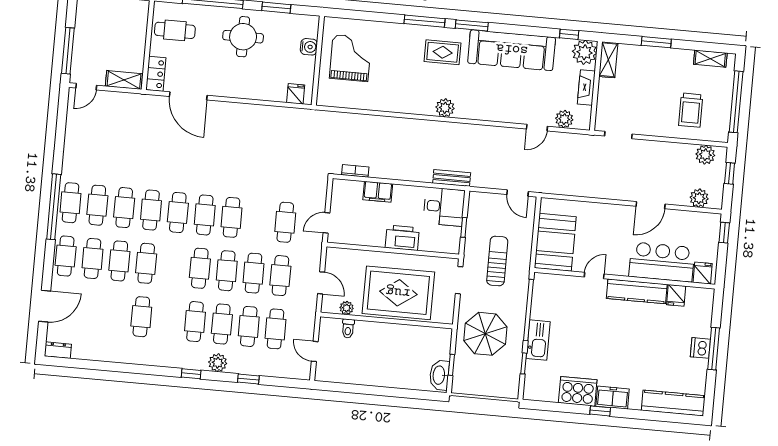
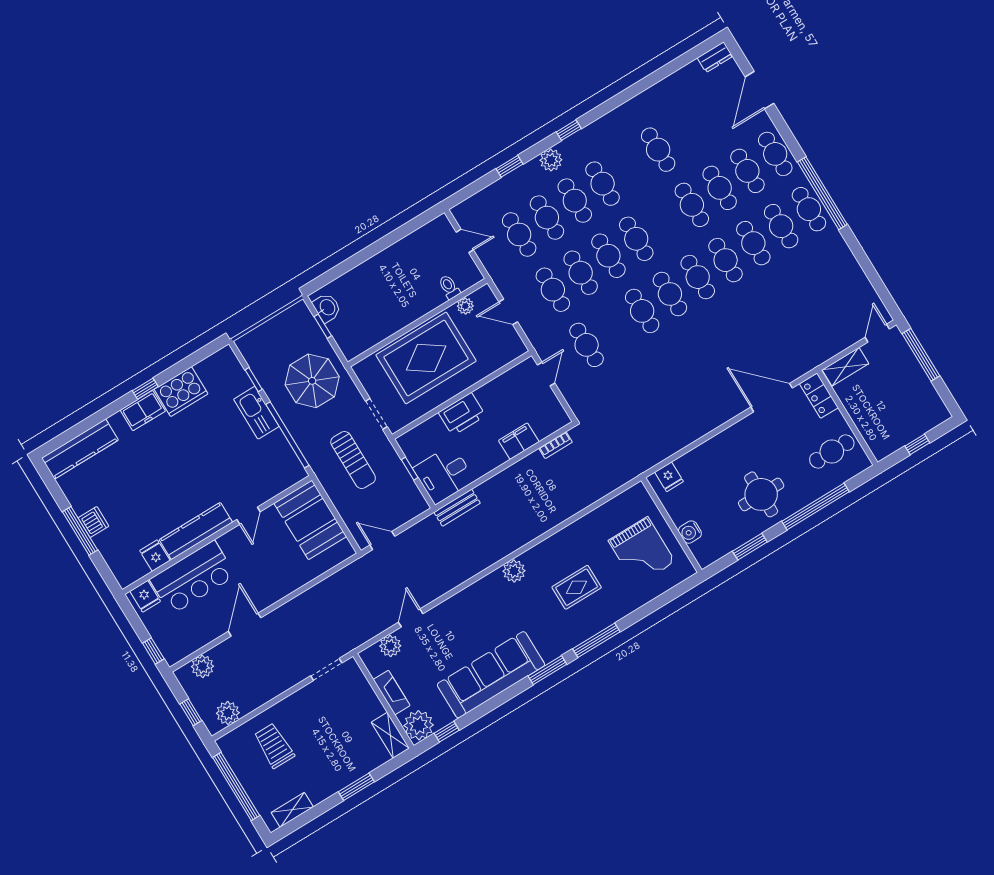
rug: (443, 52) -> (577, 587), moved
washbasin: (439, 375) -> (327, 308), width x0.72

